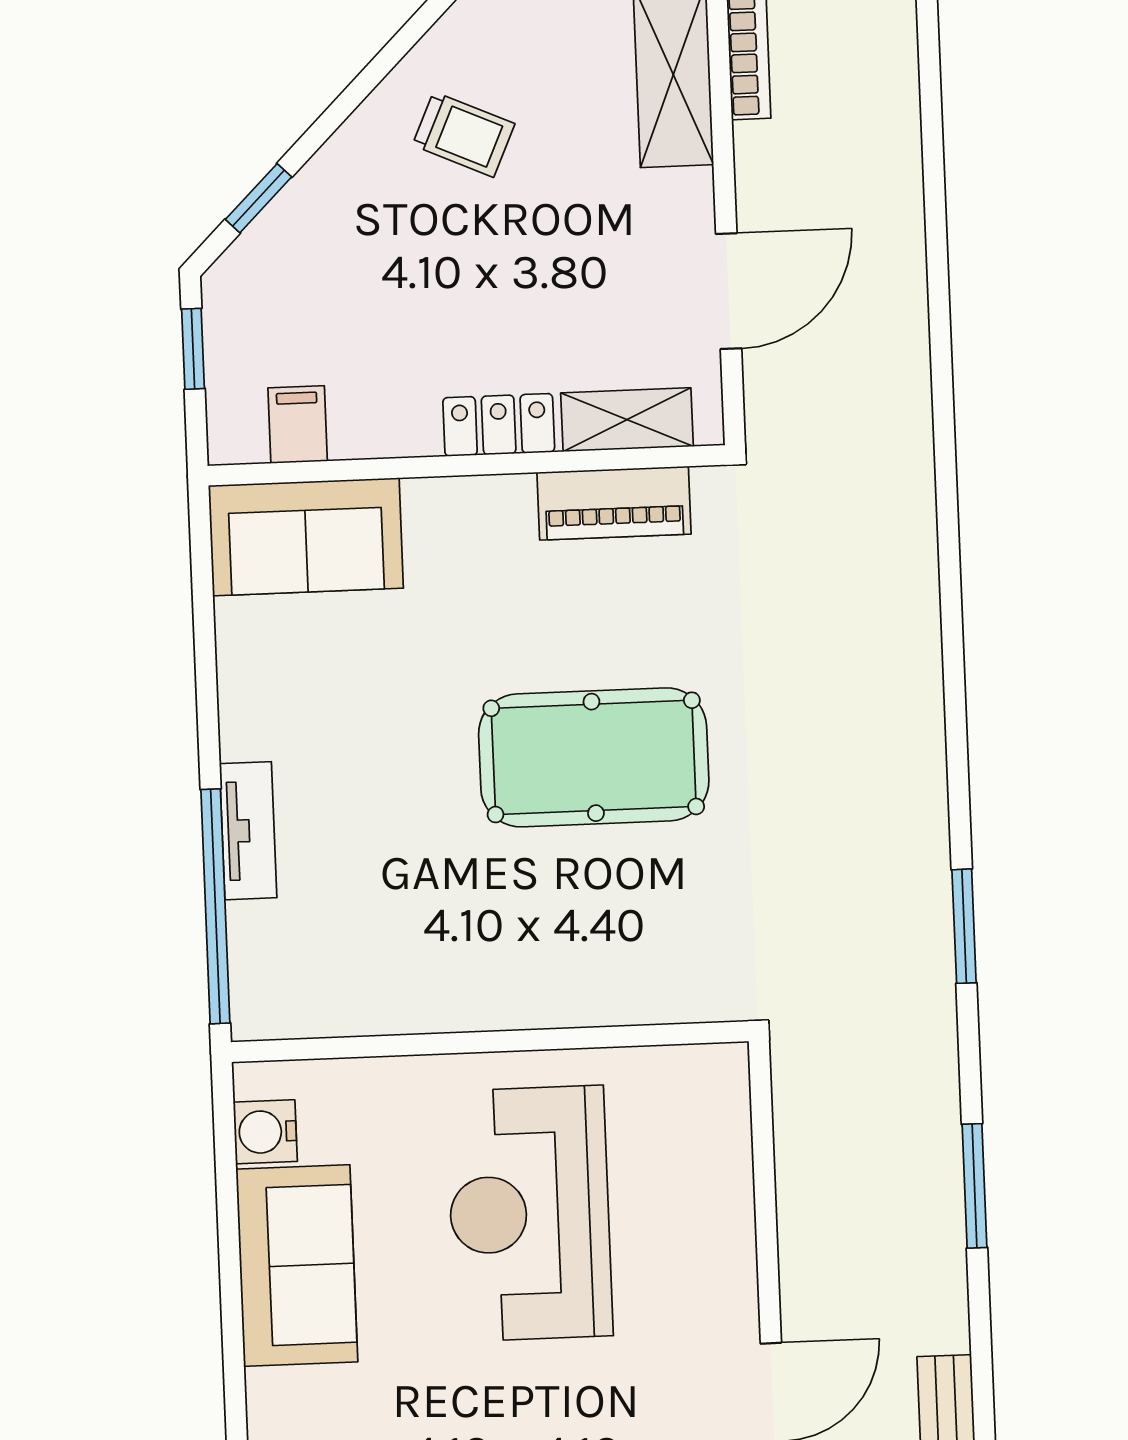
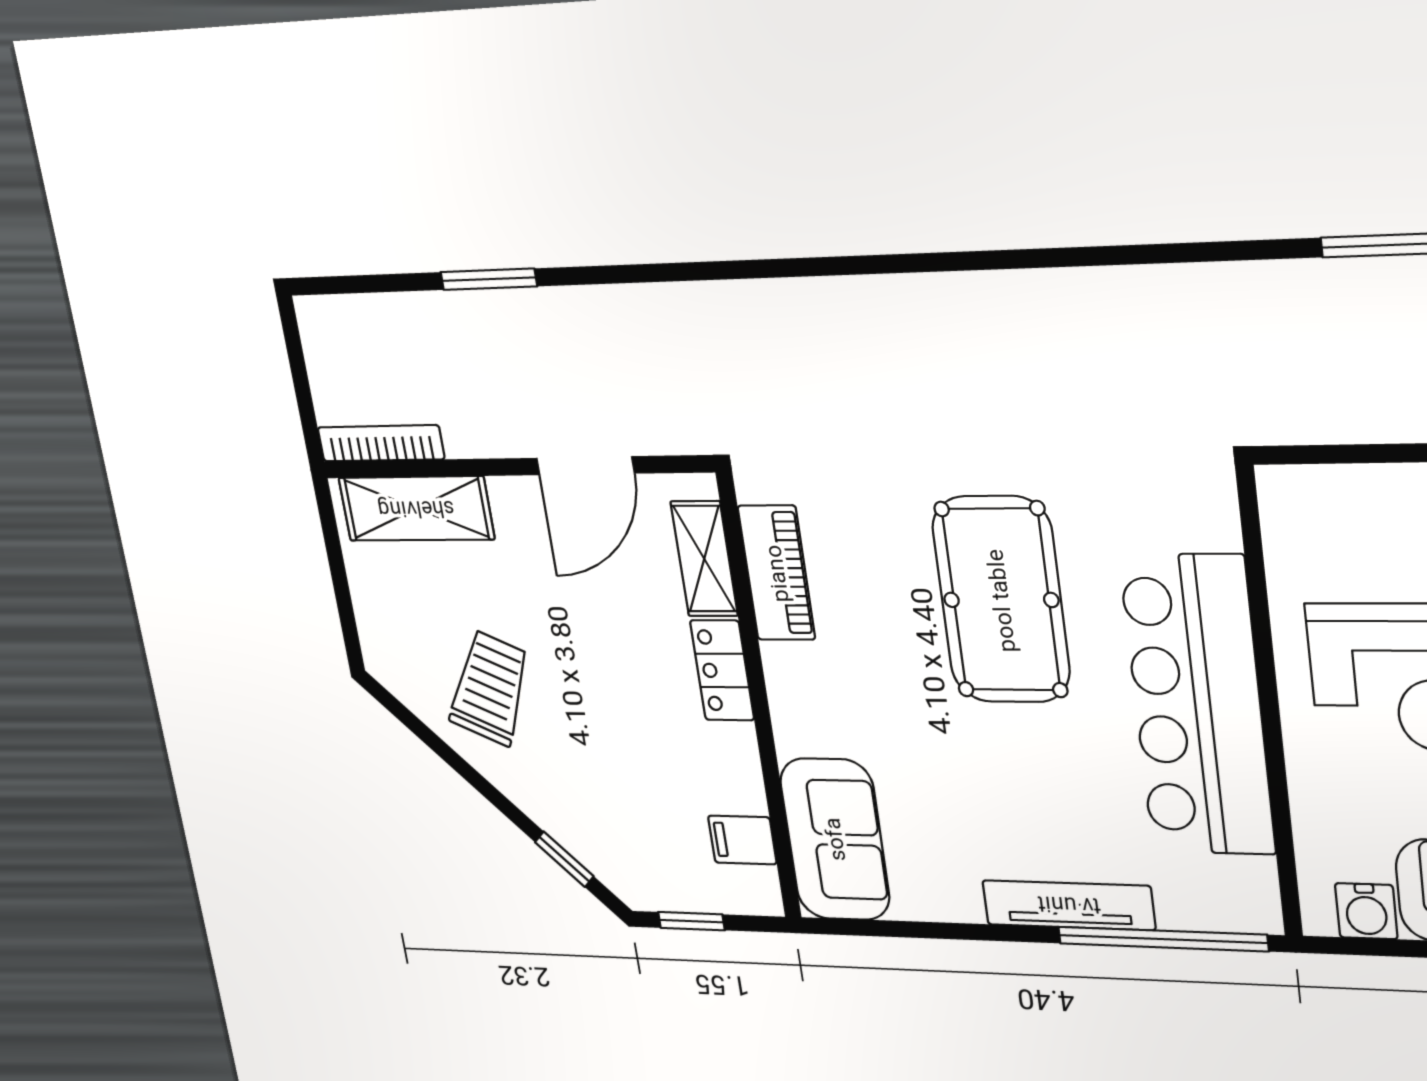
trolley: (464, 134) -> (490, 688), width x1.36, depth x1.39
door: (729, 291) -> (585, 466), swing flipped
tv unit: (248, 831) -> (1069, 905), width x1.41
window: (964, 926) -> (489, 279), moved
bar counter: (486, 964) -> (1198, 706), added

